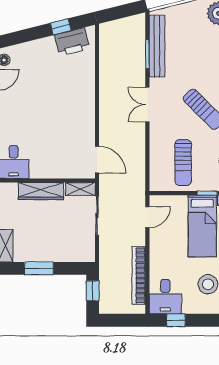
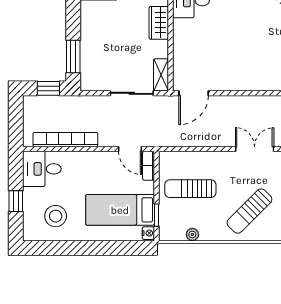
wardrobe: (41, 191) -> (159, 23), width x0.67
bookcase: (162, 200) -> (149, 166), added
window: (39, 268) -> (73, 57), moved
window: (176, 320) -> (16, 201), moved

